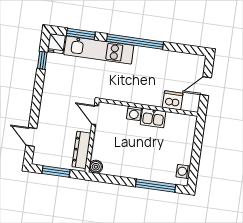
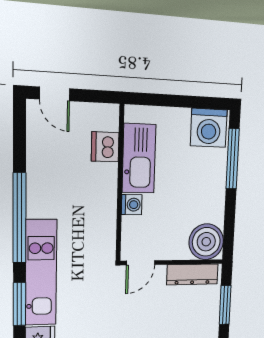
door: (206, 86) -> (55, 94), moved
kitchen sink: (153, 118) -> (139, 158), width x1.87, depth x1.24
boiler: (96, 167) -> (206, 242), width x1.86, depth x1.86
washing machine: (183, 171) -> (209, 128), width x1.89, depth x1.89

